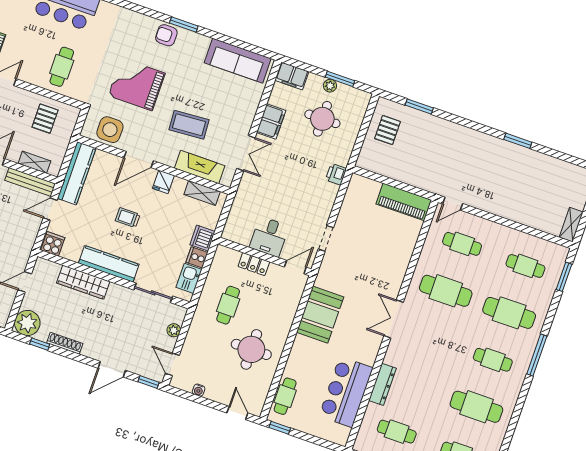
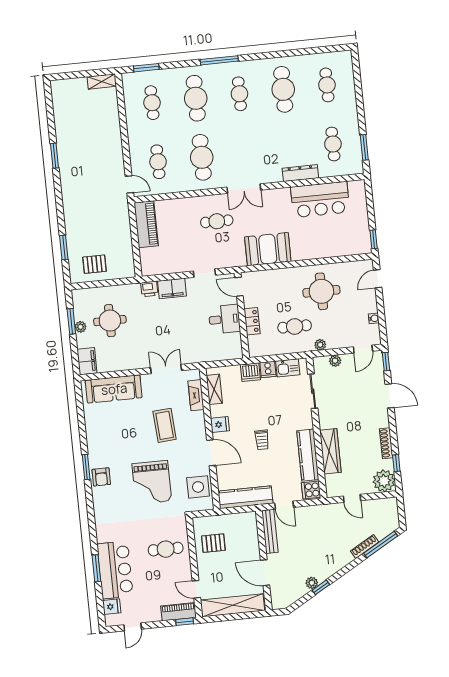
sofa: (238, 61) -> (114, 389), moved, turned 90
filing cabinet: (271, 122) -> (172, 288), moved, turned 180
shelving: (34, 162) -> (252, 535), removed
fireplace: (200, 167) -> (196, 395), width x0.73, depth x0.76
kitchen counter: (109, 264) -> (308, 455), moved
plant: (197, 323) -> (320, 345), added
cafe table: (285, 396) -> (217, 221), moved

